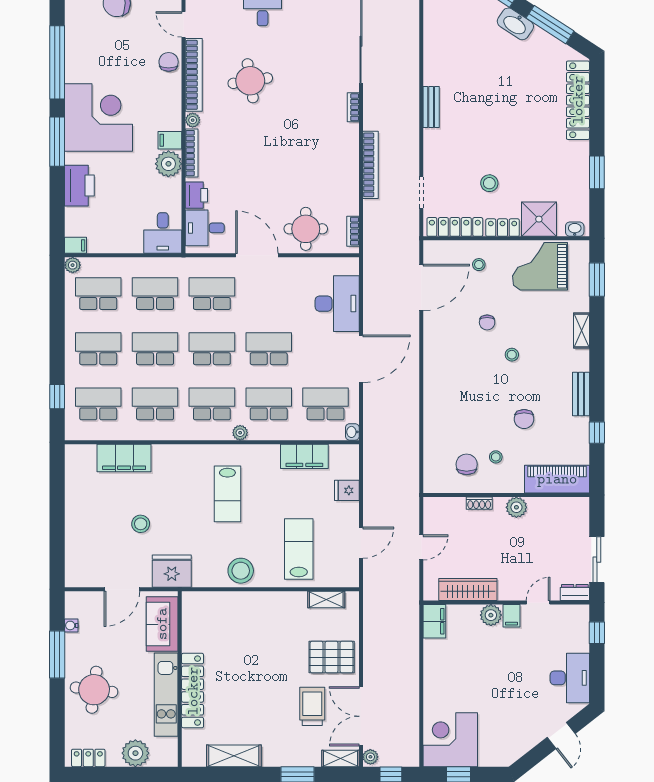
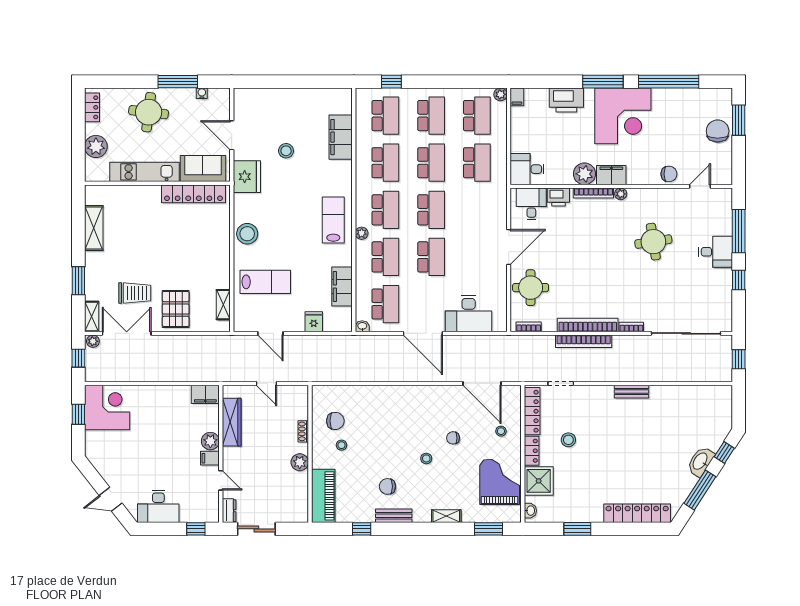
bookcase: (194, 75) -> (588, 325), moved, turned 180
filing cabinet: (170, 140) -> (611, 175), width x2.00
school desk: (212, 294) -> (477, 210), removed
chair: (524, 419) -> (387, 486), moved
lab bench: (227, 494) -> (333, 220), moved, turned 90
locker: (193, 691) -> (194, 194), moved

